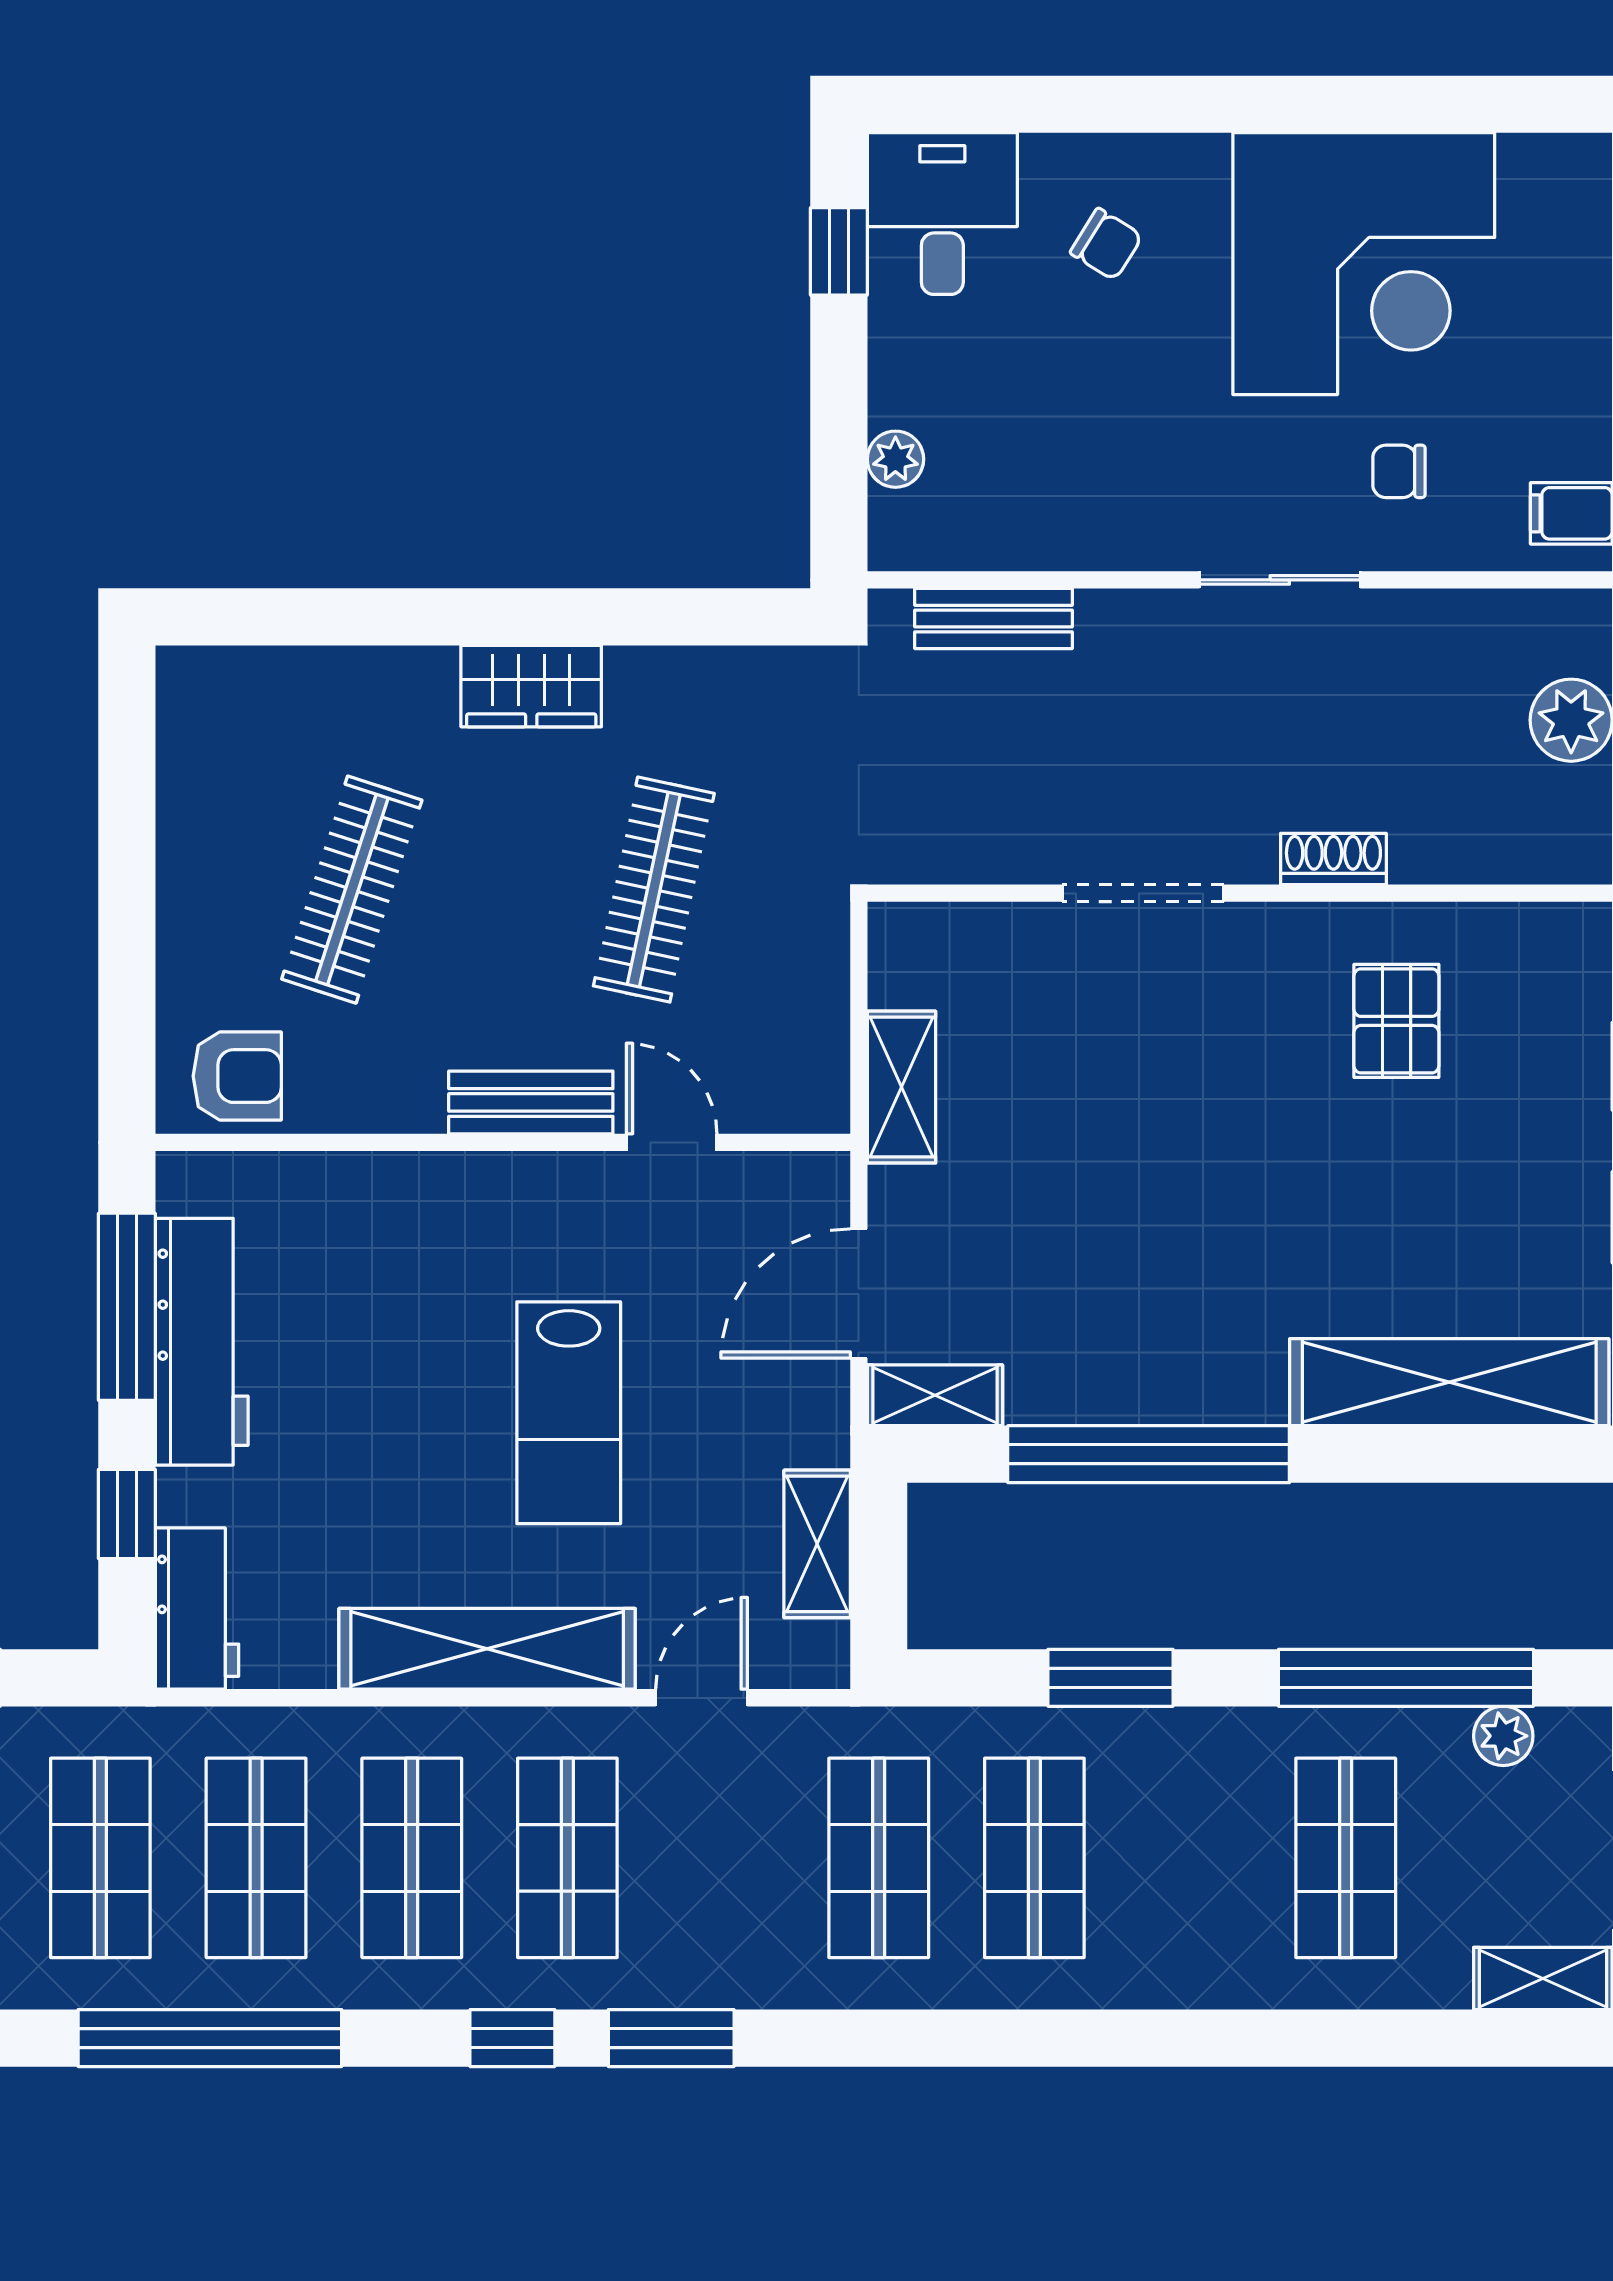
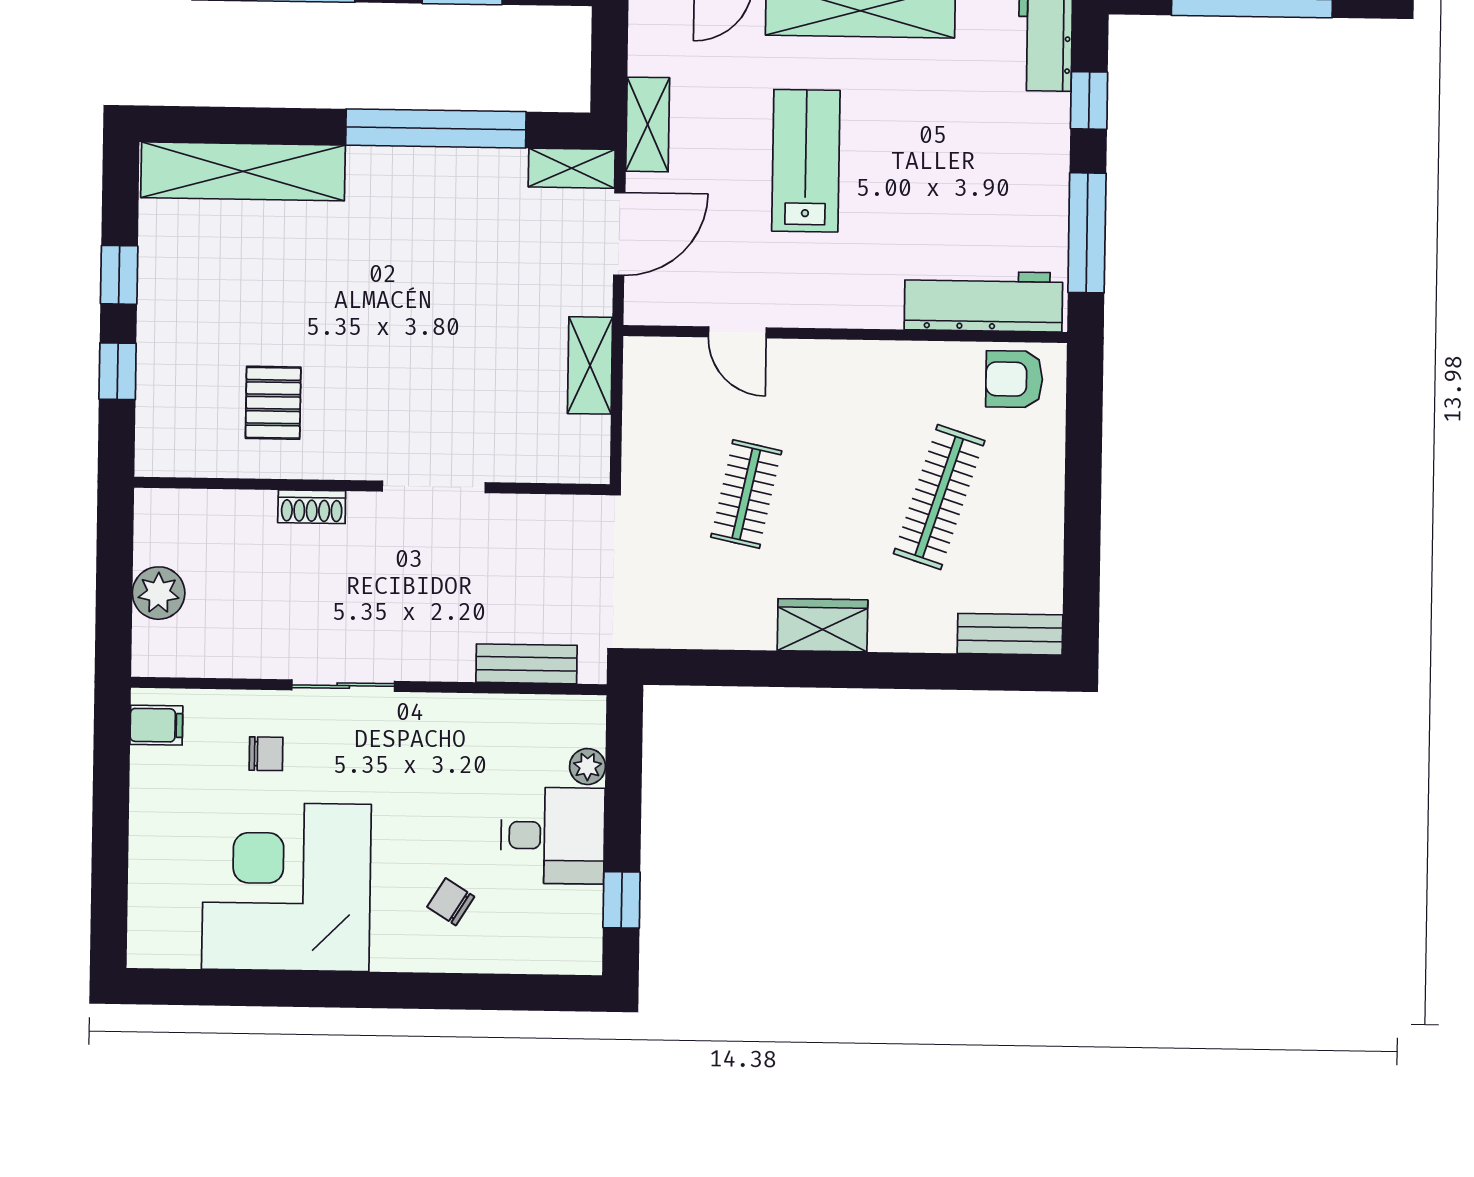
desk: (942, 214) -> (553, 836), moved, turned -90
clothes rail: (654, 890) -> (746, 494), width x0.73
bench: (531, 1102) -> (1010, 634), moved
workbench: (202, 1342) -> (983, 301), moved, turned 90
shelving: (817, 1544) -> (648, 124), moved

